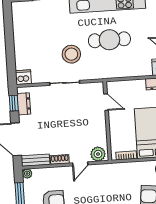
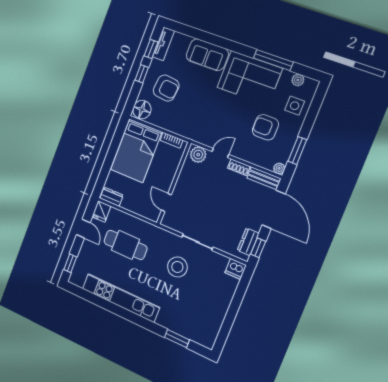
cafe table: (109, 40) -> (125, 245), moved

